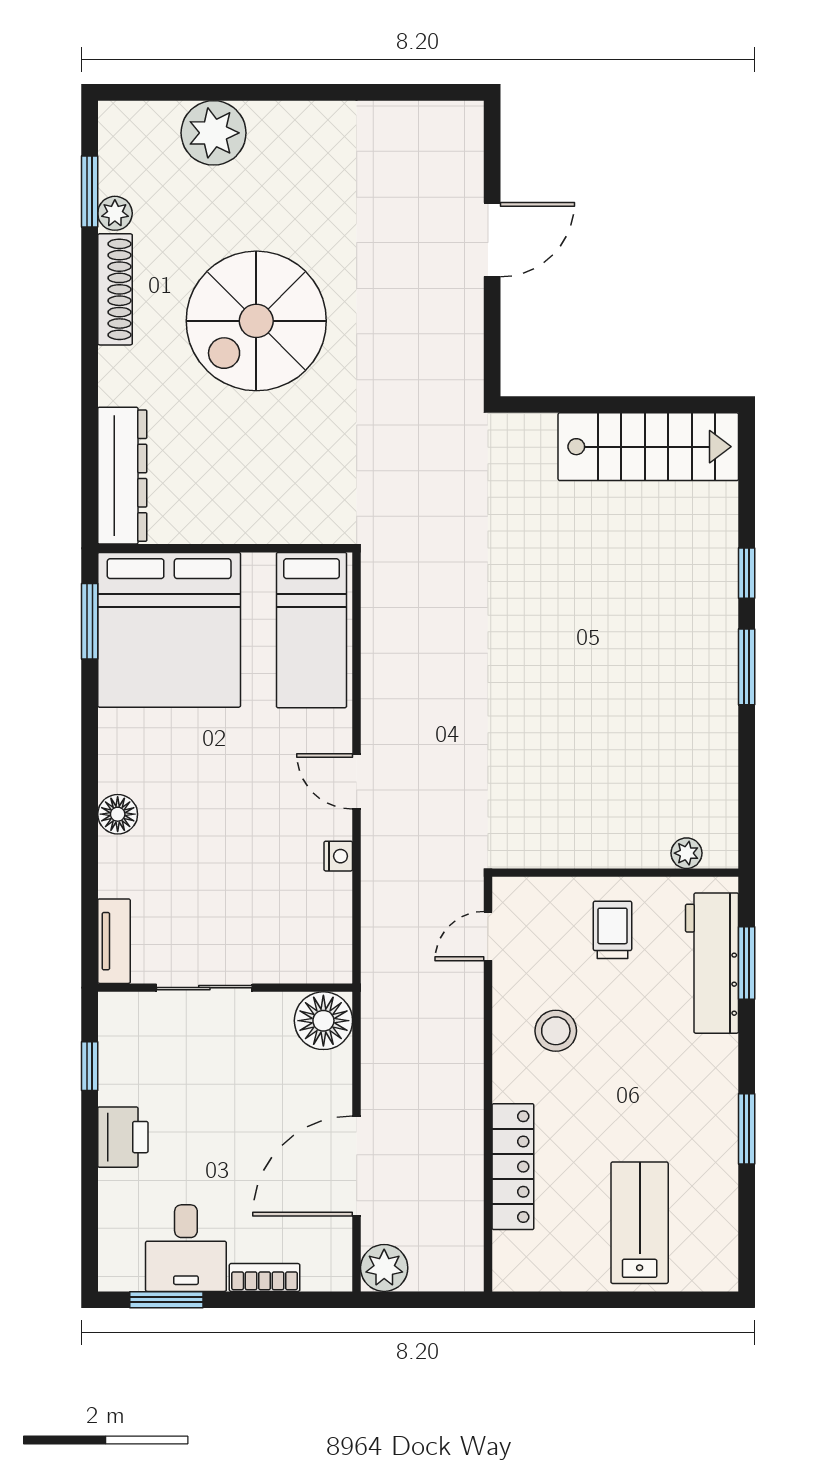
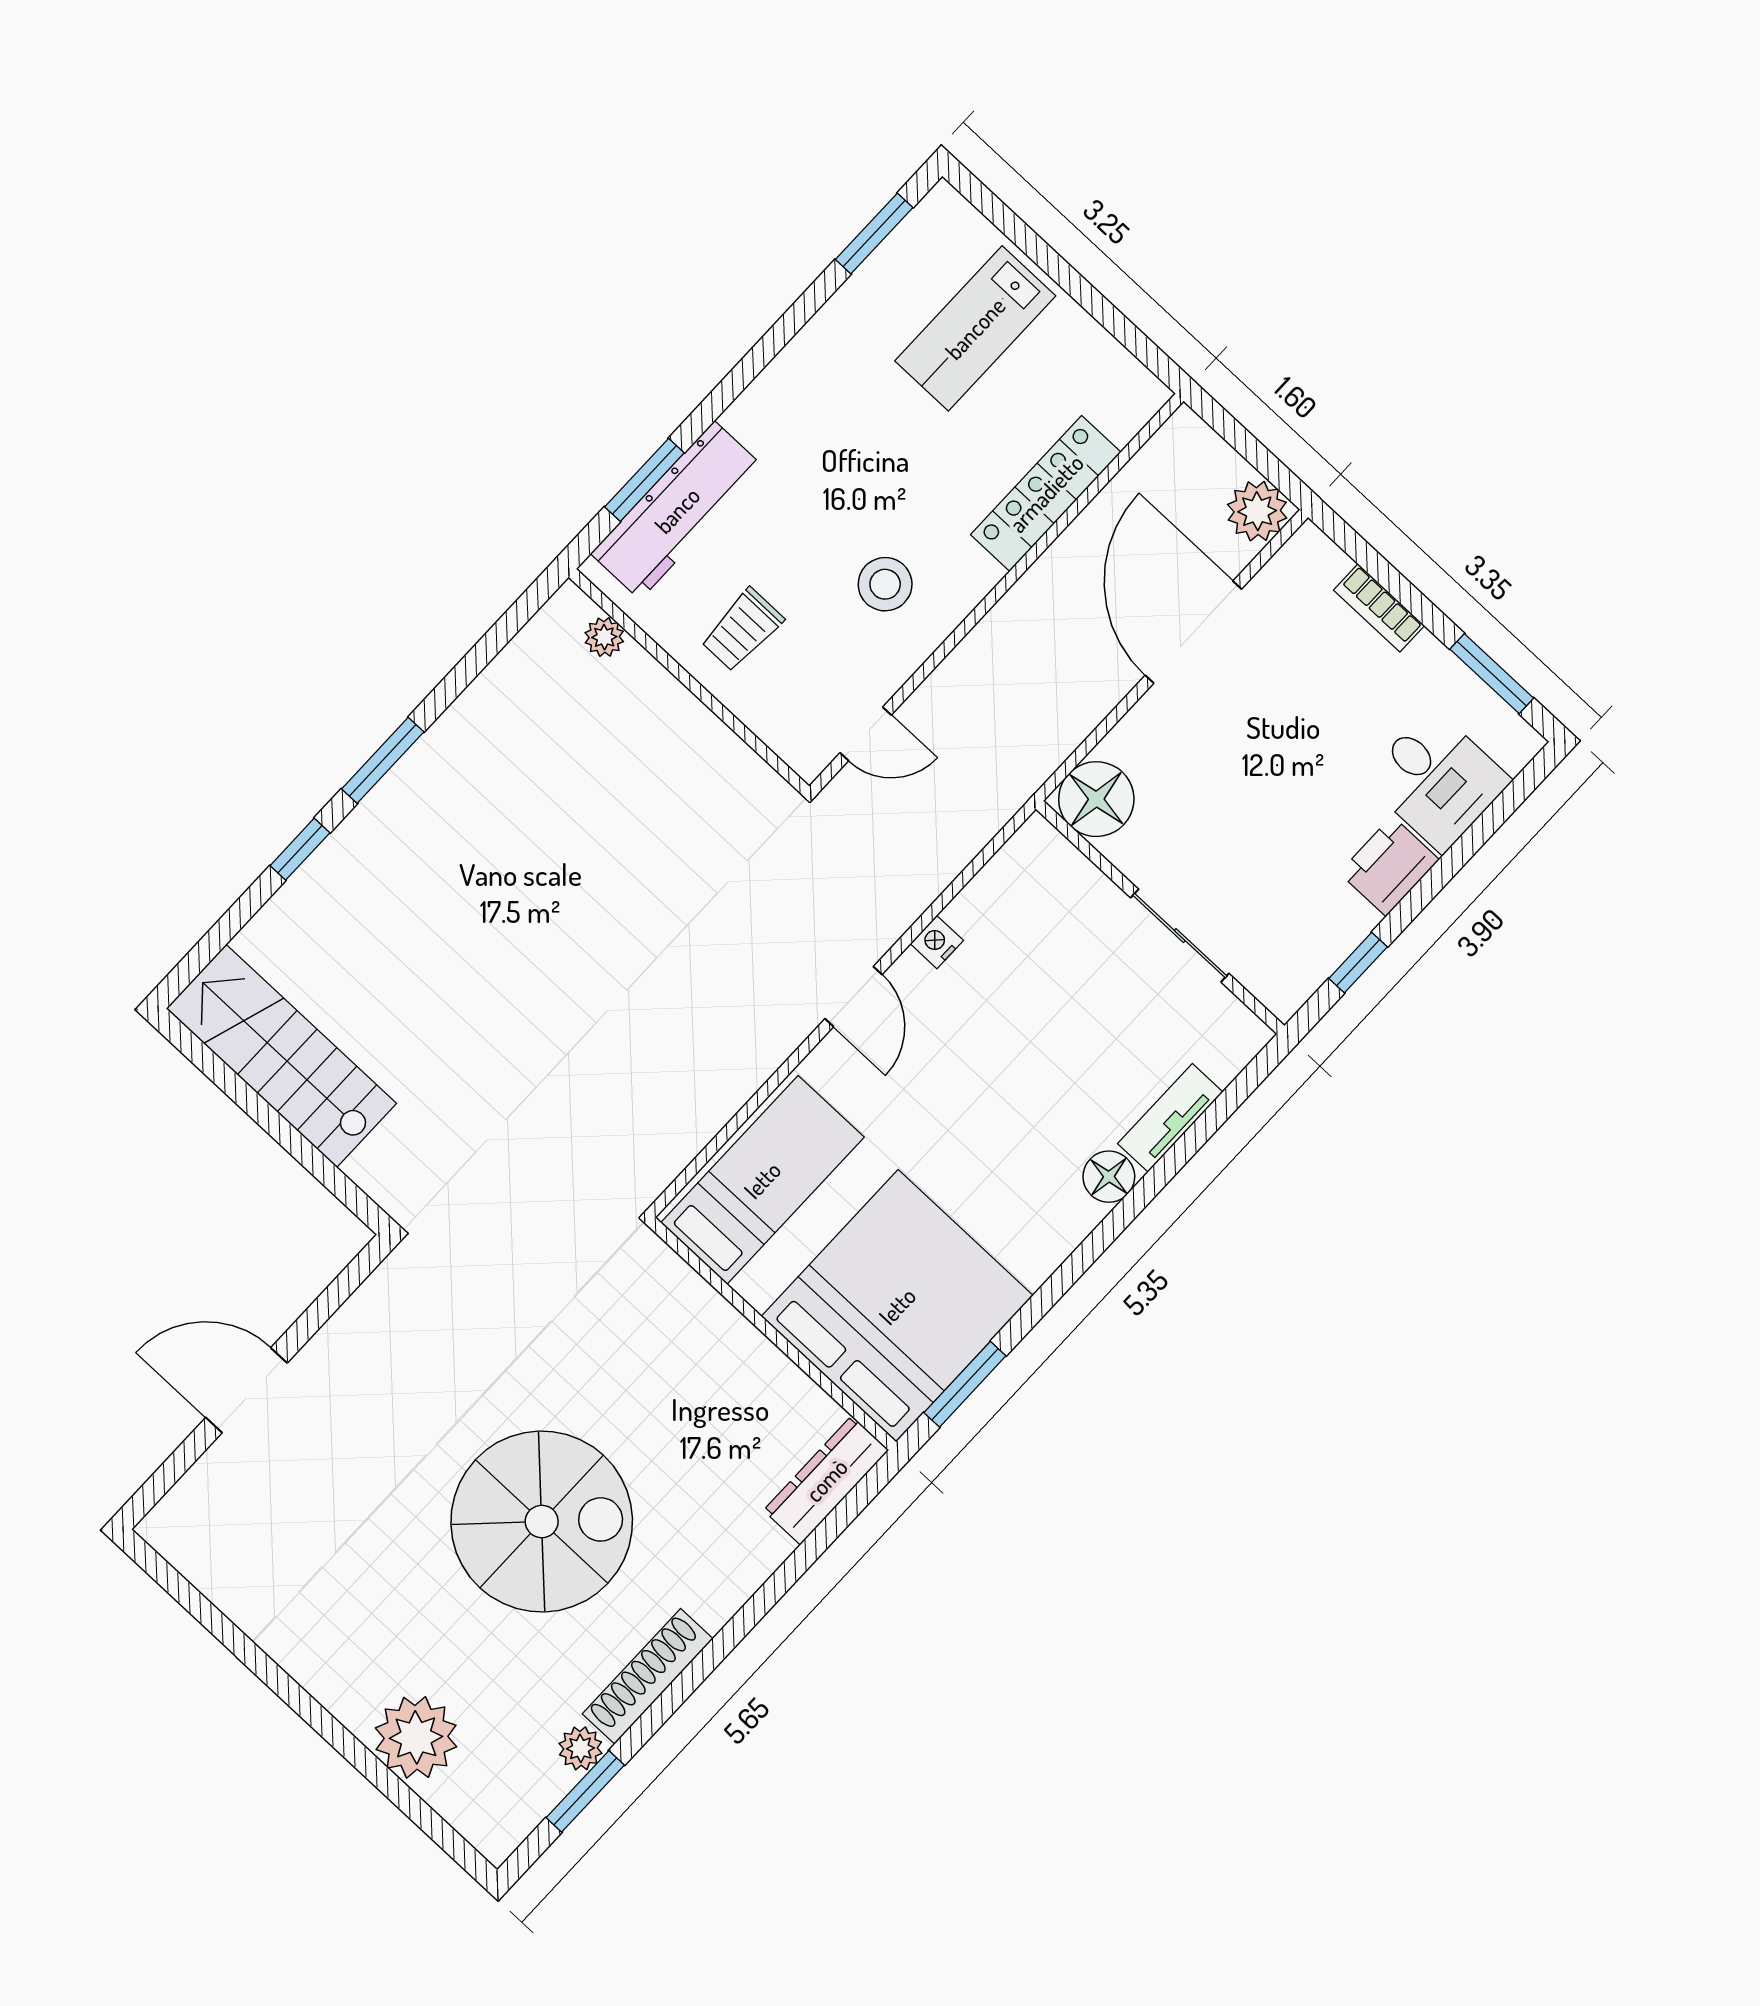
dresser: (122, 476) -> (826, 1480), width x0.73, depth x0.80
tv unit: (114, 941) -> (1170, 1118), moved
window: (747, 1129) -> (874, 233), moved
door: (357, 1166) -> (1193, 632), swing flipped
desk: (186, 1248) -> (1437, 780), moved, turned 90

